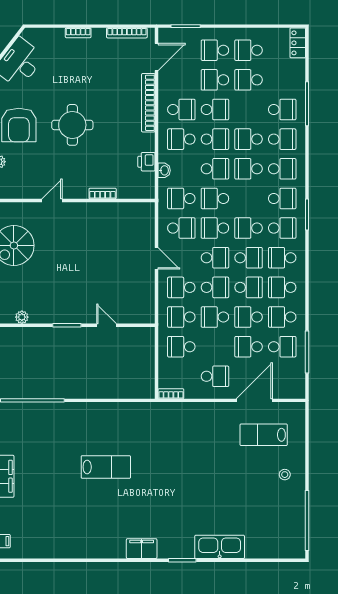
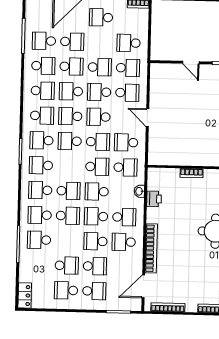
school desk: (249, 50) -> (66, 290), turned 180
school desk: (249, 228) -> (70, 141), turned 180
school desk: (181, 347) -> (129, 43), turned 180

